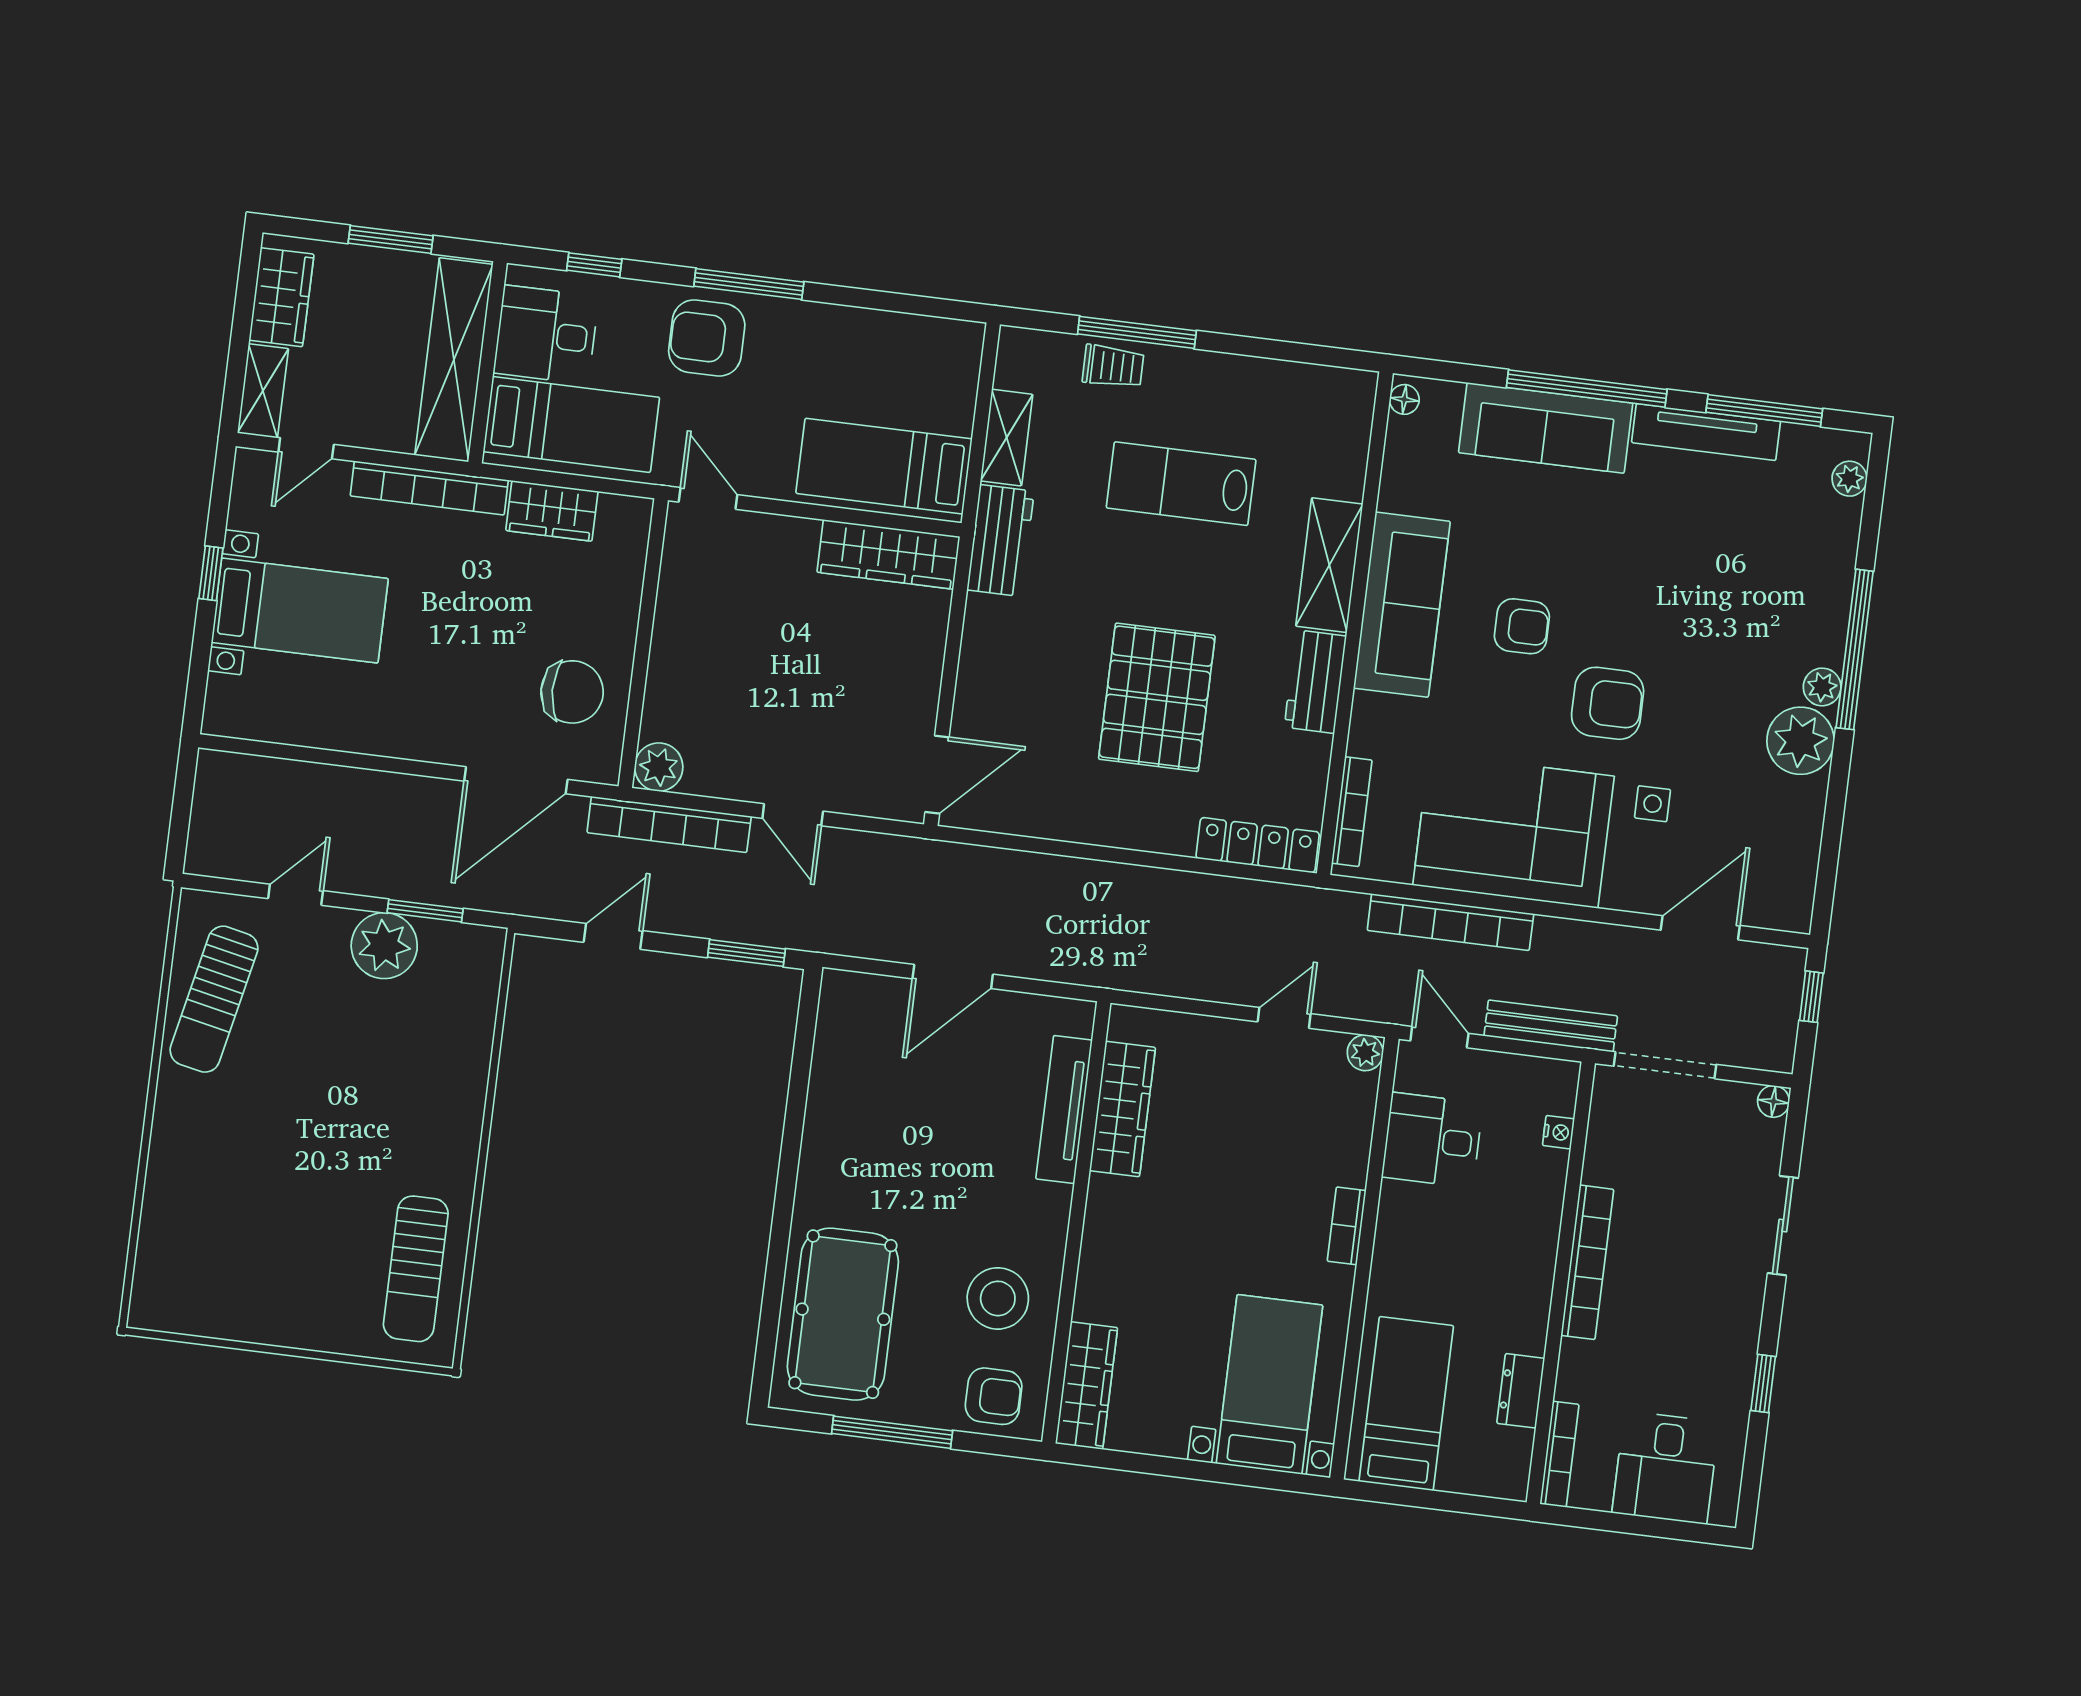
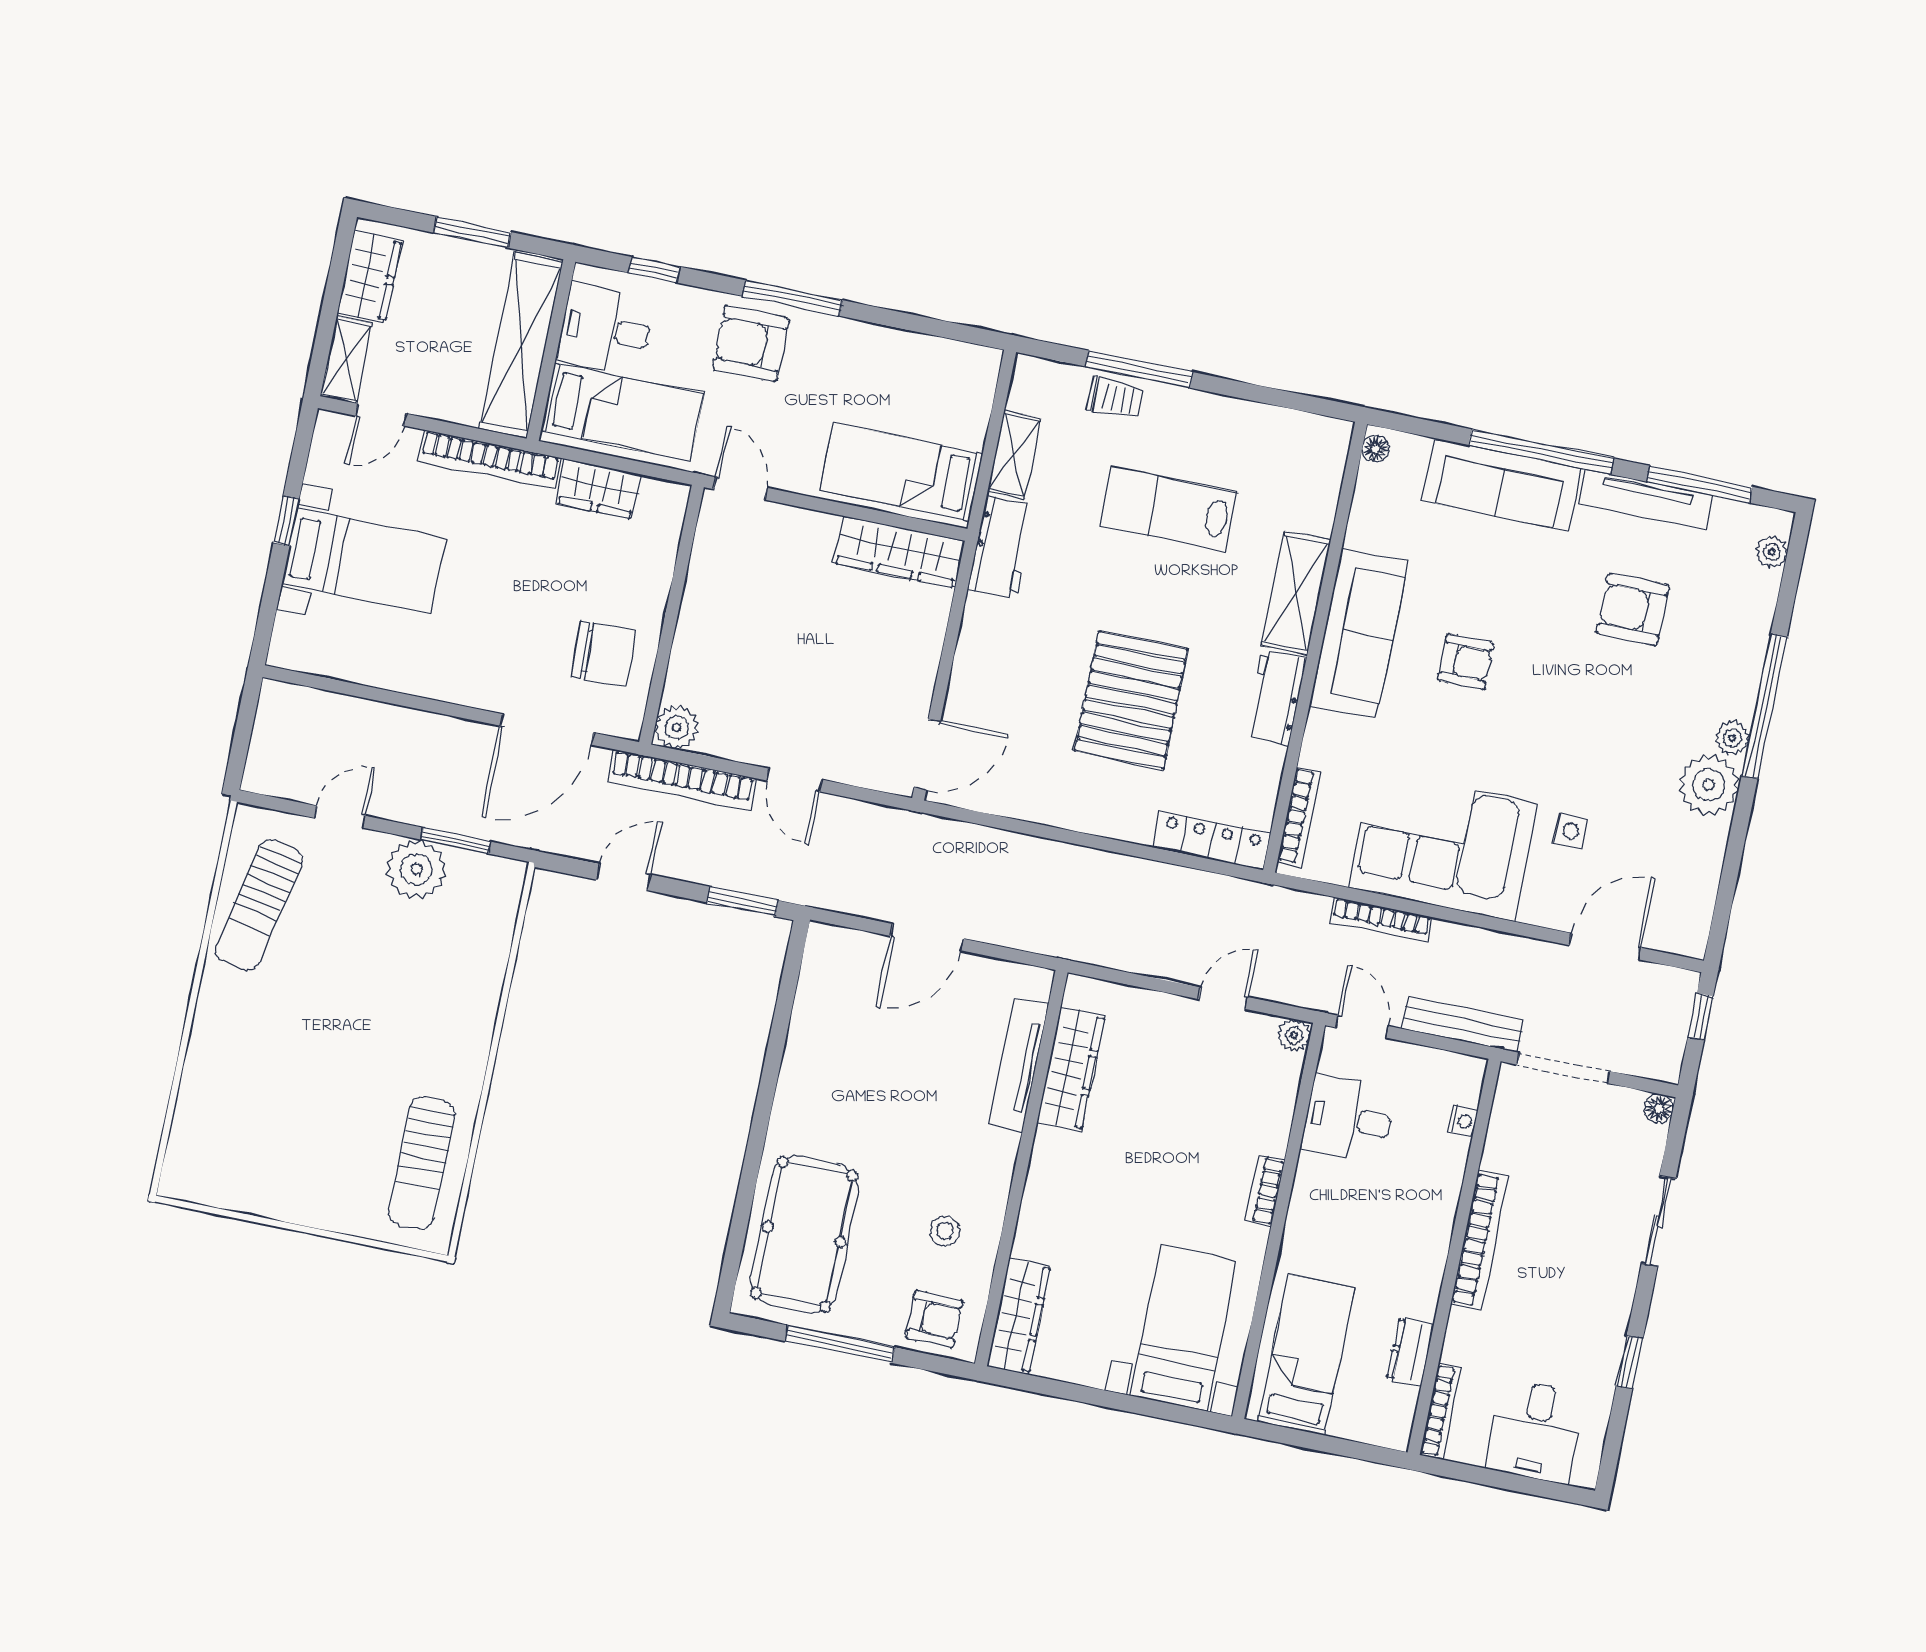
armchair: (1608, 703) -> (1633, 609), moved, turned 180
bookcase: (1450, 922) -> (1381, 920), width x0.68, depth x0.76
stool: (998, 1298) -> (945, 1231), width x0.53, depth x0.53

